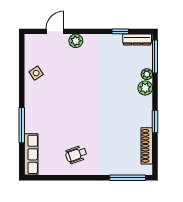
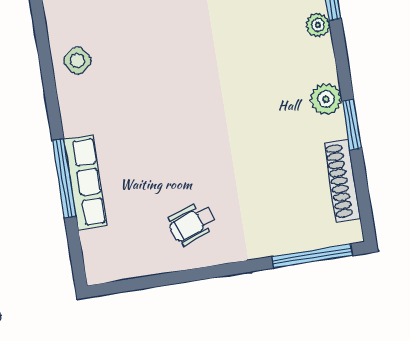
plant: (145, 88) -> (326, 99), moved
row of seats: (31, 154) -> (85, 182), moved

